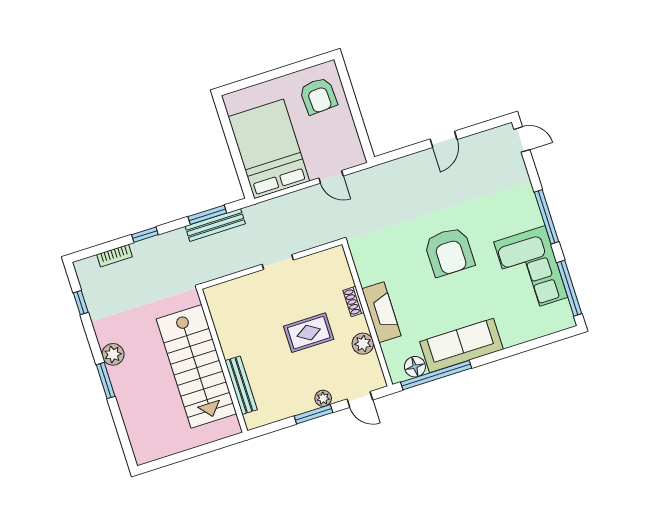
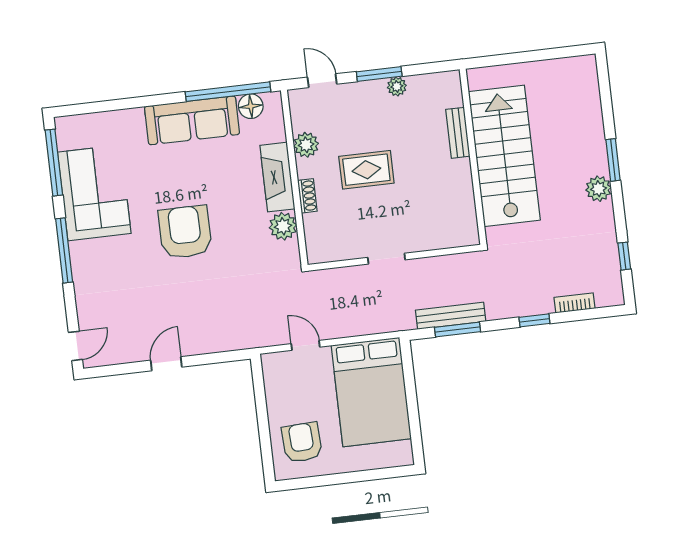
door: (522, 139) -> (75, 346), swing flipped
plant: (369, 272) -> (283, 226), added
bench: (241, 385) -> (458, 133), width x0.73
plant: (323, 398) -> (397, 86), moved

